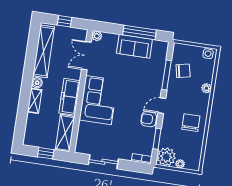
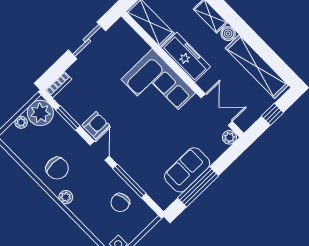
plant: (206, 88) -> (66, 197), moved

